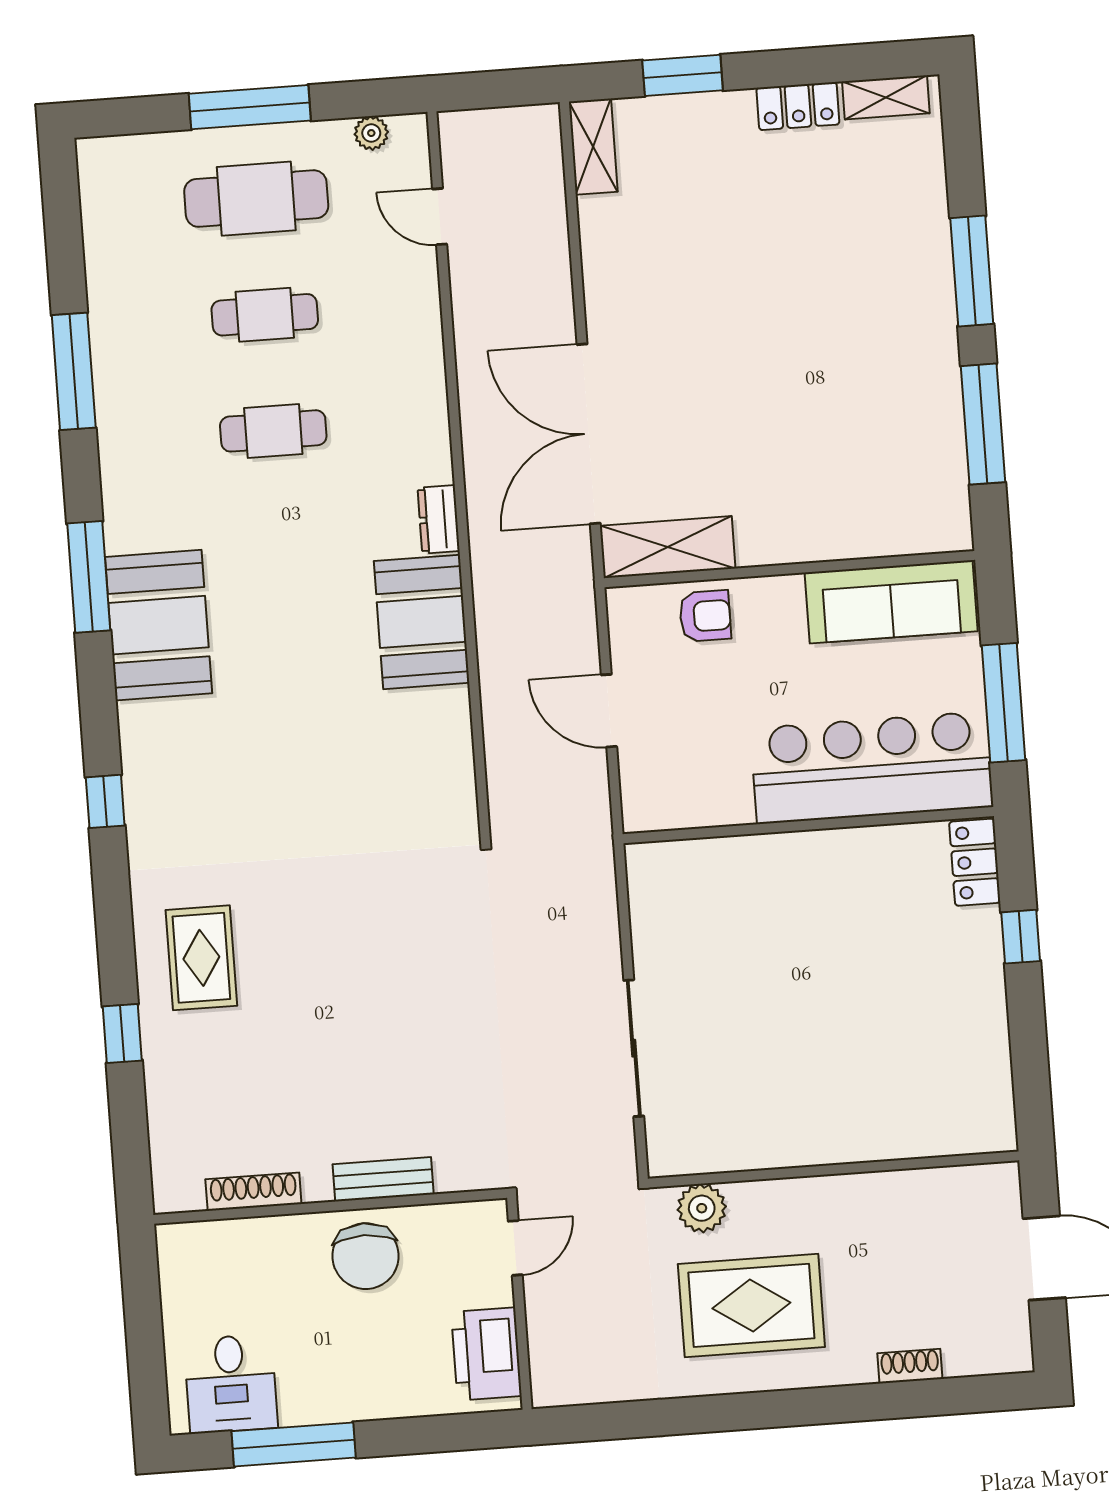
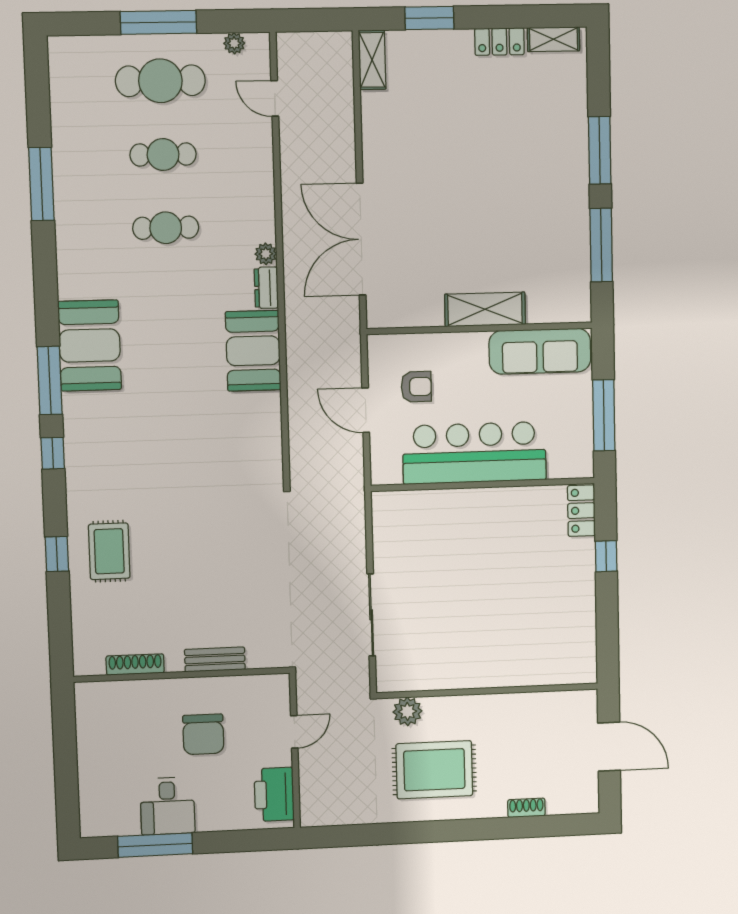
plant: (436, 465) -> (266, 254), added
shelving: (668, 547) -> (485, 309), moved
window: (89, 577) -> (50, 380), moved
armchair: (705, 616) -> (416, 387), moved
bar counter: (872, 768) -> (474, 453), moved
window: (122, 1034) -> (57, 554), moved
bench: (383, 1179) -> (215, 659), moved
shoe rack: (253, 1192) -> (135, 664), moved
wall: (330, 1206) -> (182, 675), moved
desk: (231, 1384) -> (167, 806), moved

